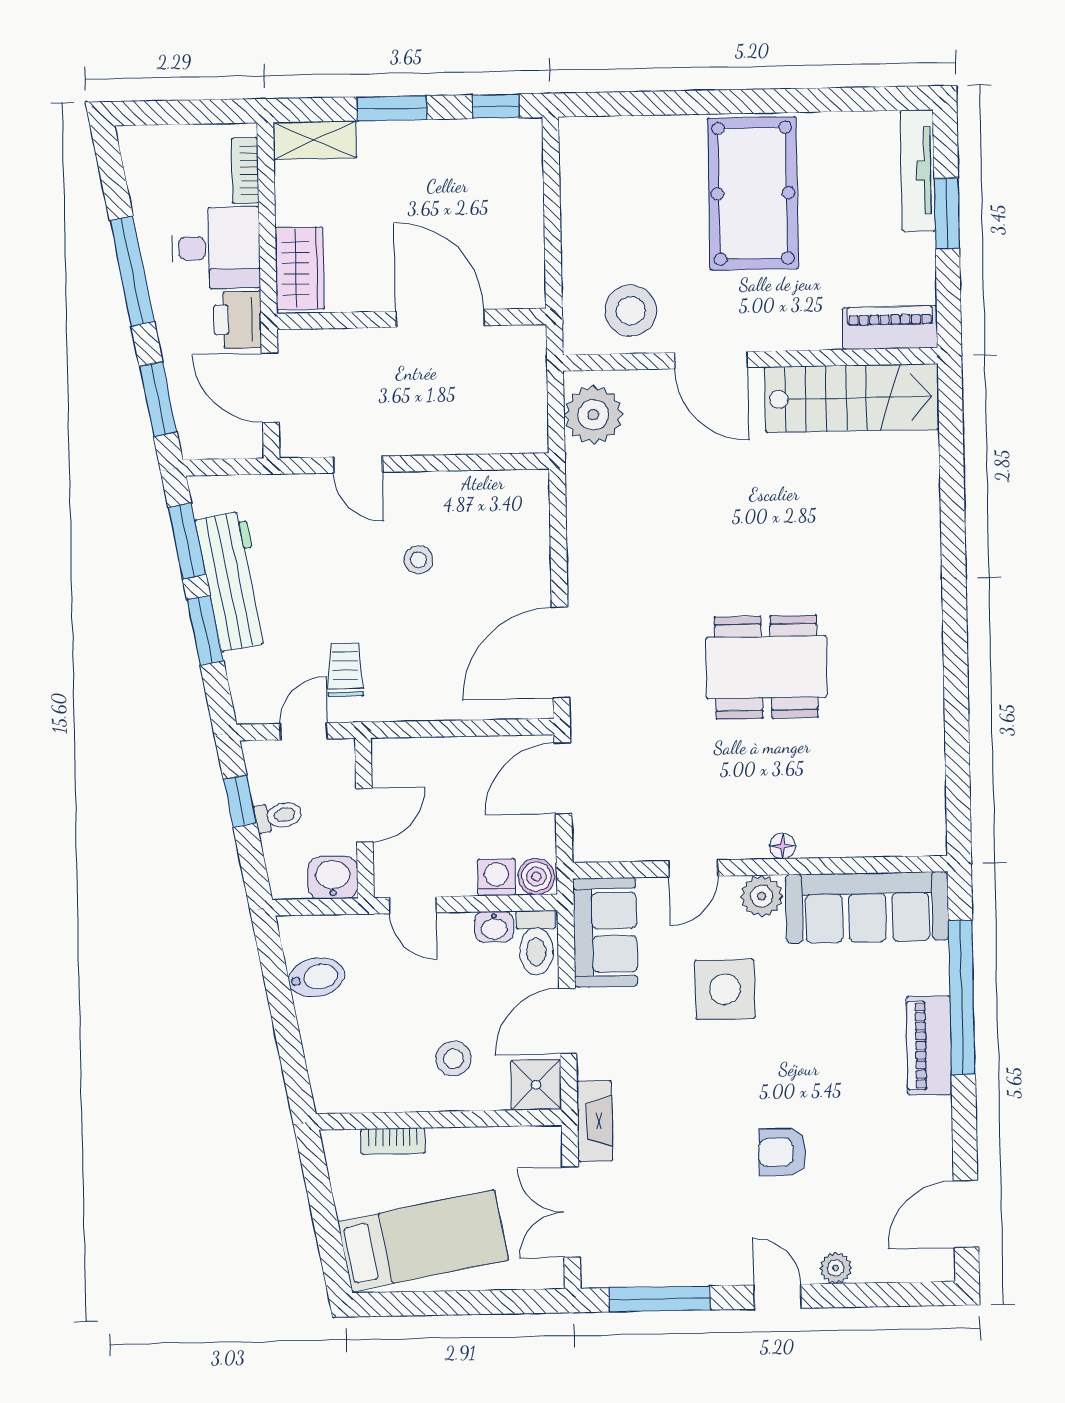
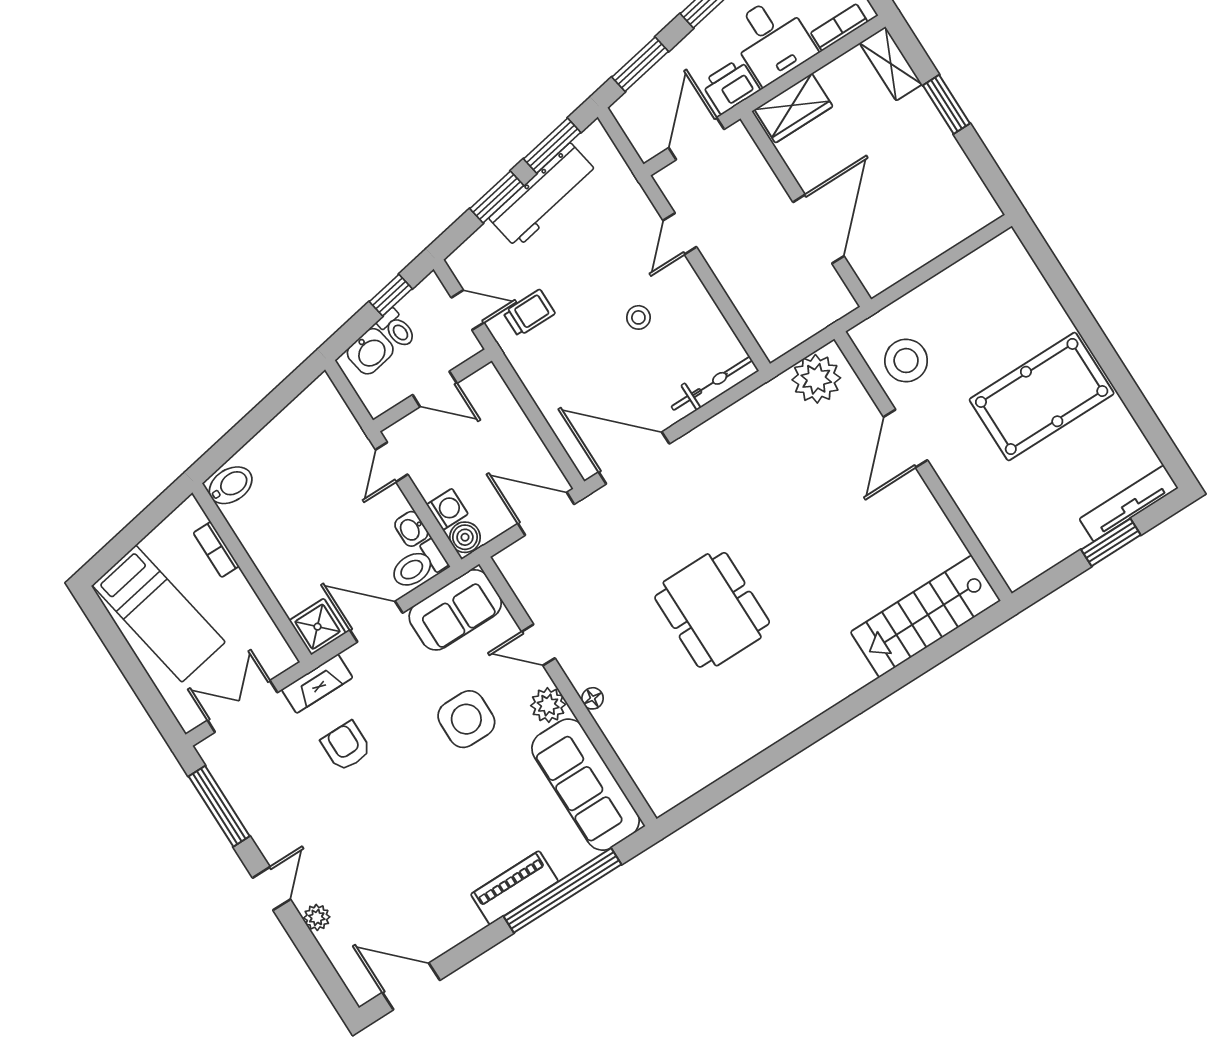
window: (496, 106) -> (992, 177), removed
piano: (890, 328) -> (1006, 551), removed
stairs: (852, 398) -> (926, 616), moved, turned 90
bicycle: (532, 525) -> (712, 383), added
washbasin: (333, 878) -> (370, 351), moved, turned 80
bidet: (316, 977) -> (231, 485), moved, turned -80
stool: (453, 1059) -> (300, 557), removed
armchair: (783, 1152) -> (346, 746), moved

